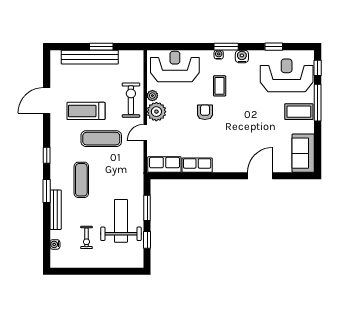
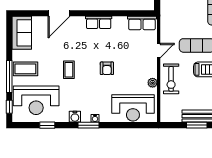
coffee table: (220, 86) -> (69, 70), moved
plant: (156, 112) -> (149, 69), removed
row of seats: (197, 165) -> (99, 22), moved

